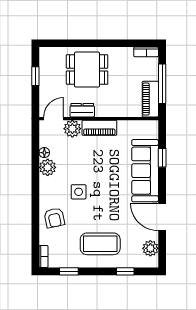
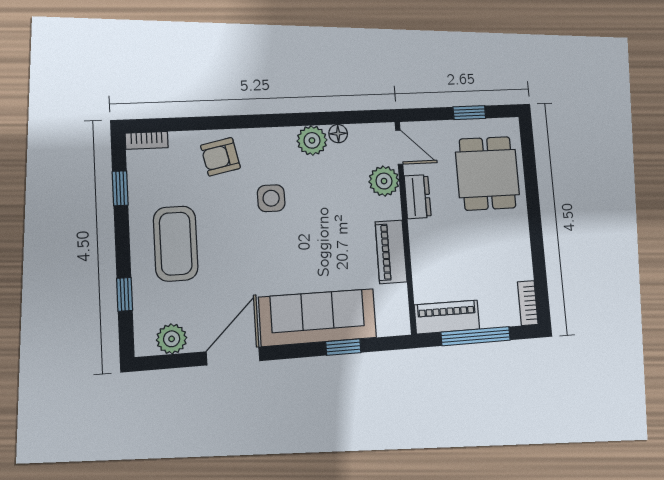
dining table: (87, 70) -> (487, 173), moved
piano: (99, 128) -> (391, 252), moved

